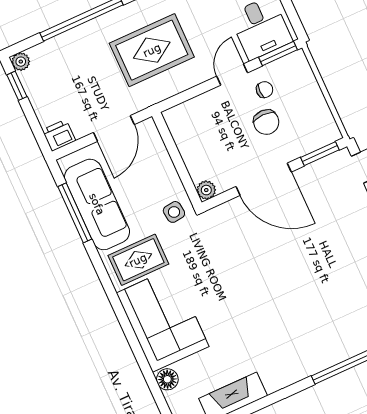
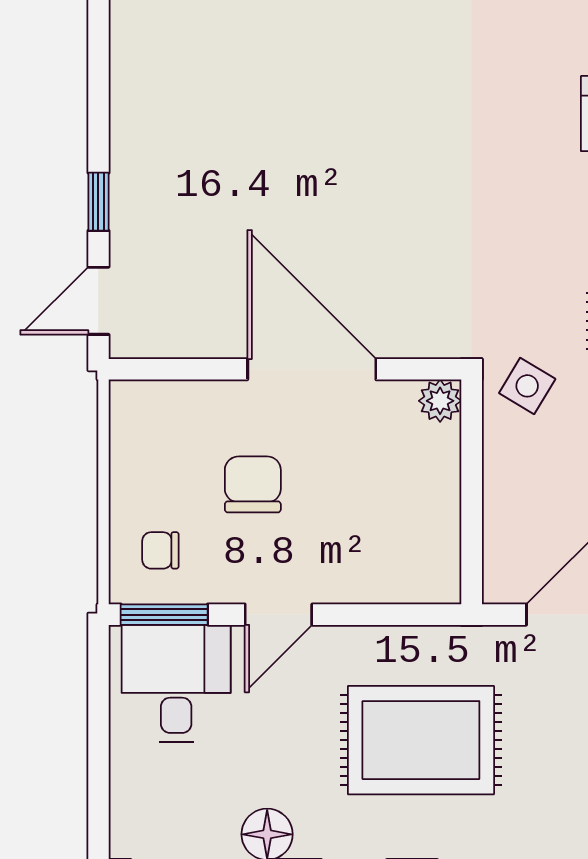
chair: (265, 90) -> (160, 550), moved
window: (320, 154) -> (172, 369), removed
side table: (174, 212) -> (527, 386), turned 38

